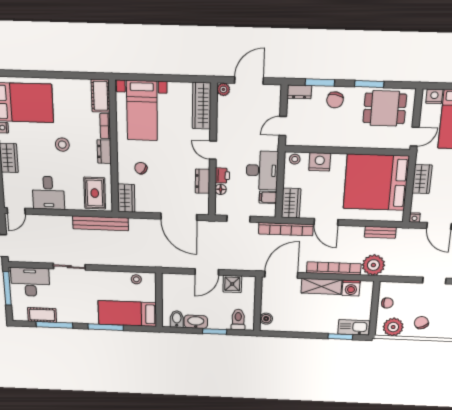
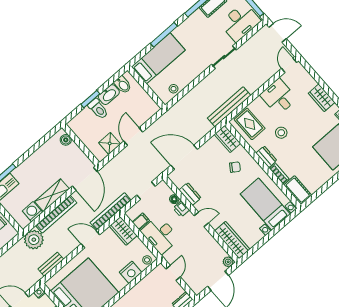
stool: (62, 145) -> (281, 133), moved
toilet: (238, 320) -> (98, 109), moved

